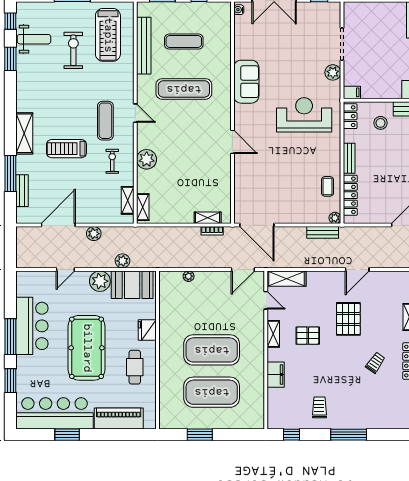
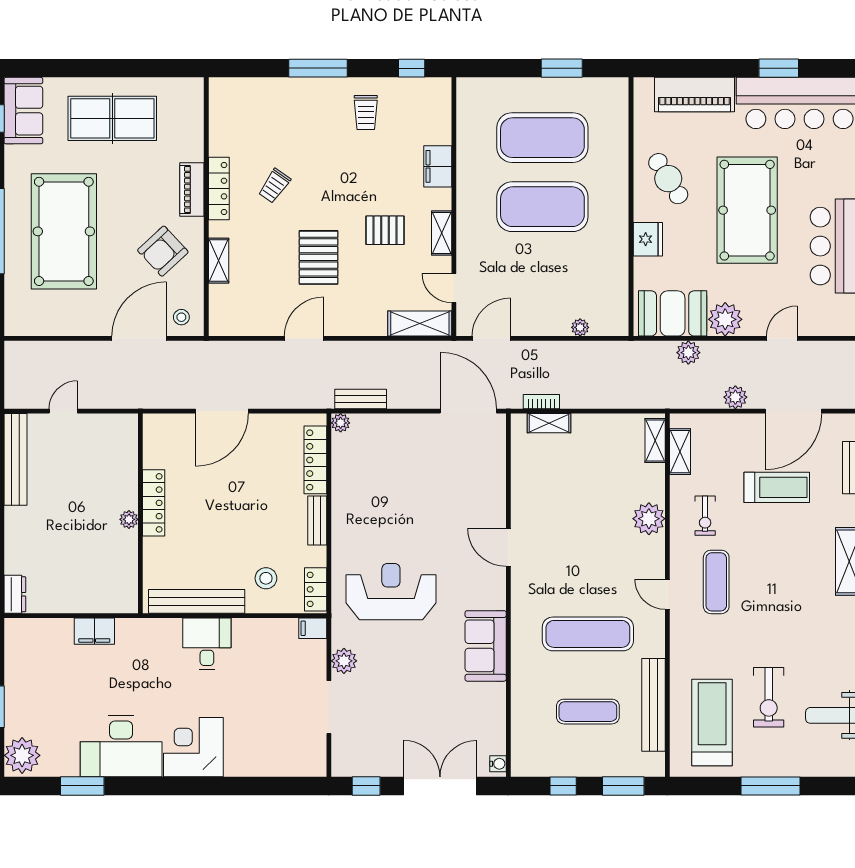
reception desk: (304, 115) -> (391, 592), turned 180
treadmill: (67, 149) -> (777, 487), moved
coffee table: (327, 186) -> (353, 474), removed
cafe table: (135, 367) -> (668, 179), turned -32

